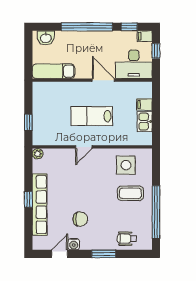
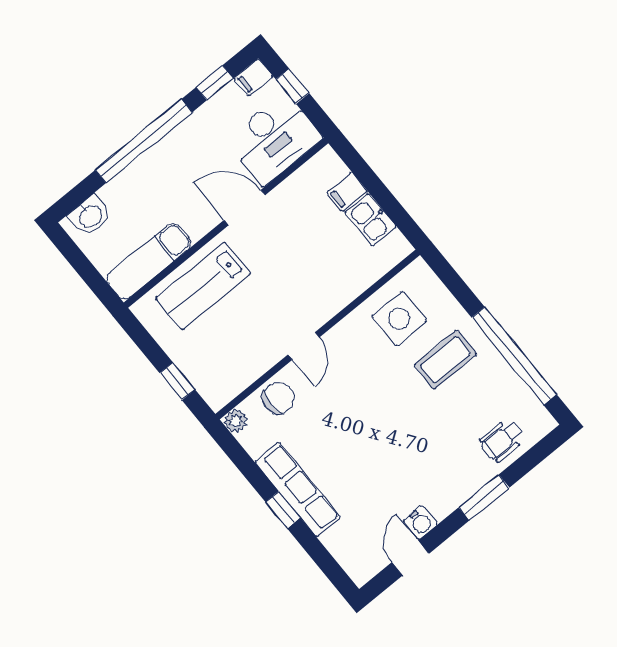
lab bench: (92, 116) -> (203, 286), moved
row of seats: (40, 205) -> (298, 489), width x0.73
chair: (80, 219) -> (278, 398), moved

